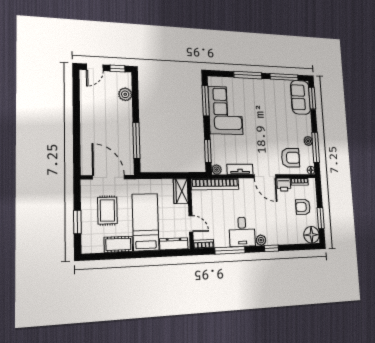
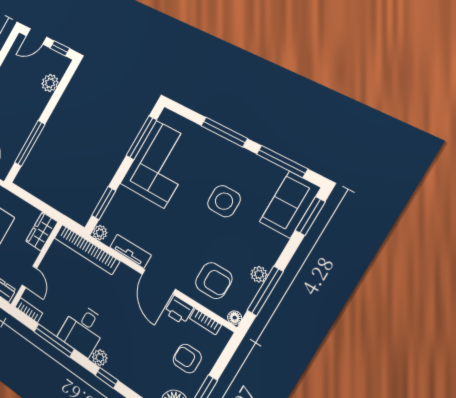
side table: (270, 113) -> (224, 201), added

